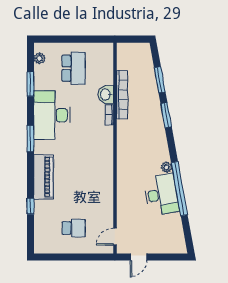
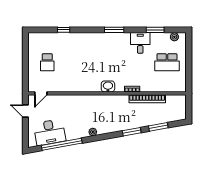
washbasin: (106, 95) -> (108, 86), moved
desk: (52, 115) -> (140, 43), width x0.53, depth x0.77
piano: (44, 177) -> (85, 40), removed
window: (179, 189) -> (62, 144), moved
desk: (161, 195) -> (50, 132), moved
door: (115, 237) -> (41, 93), swing flipped

